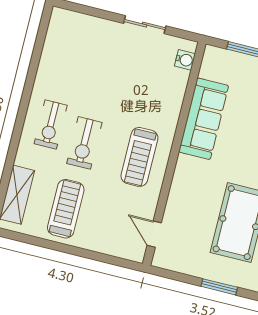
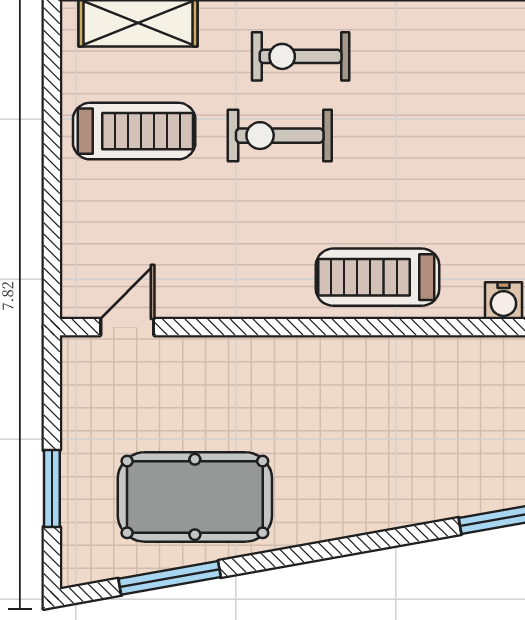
sofa: (204, 119) -> (391, 370), removed
treadmill: (139, 157) -> (378, 277), moved

